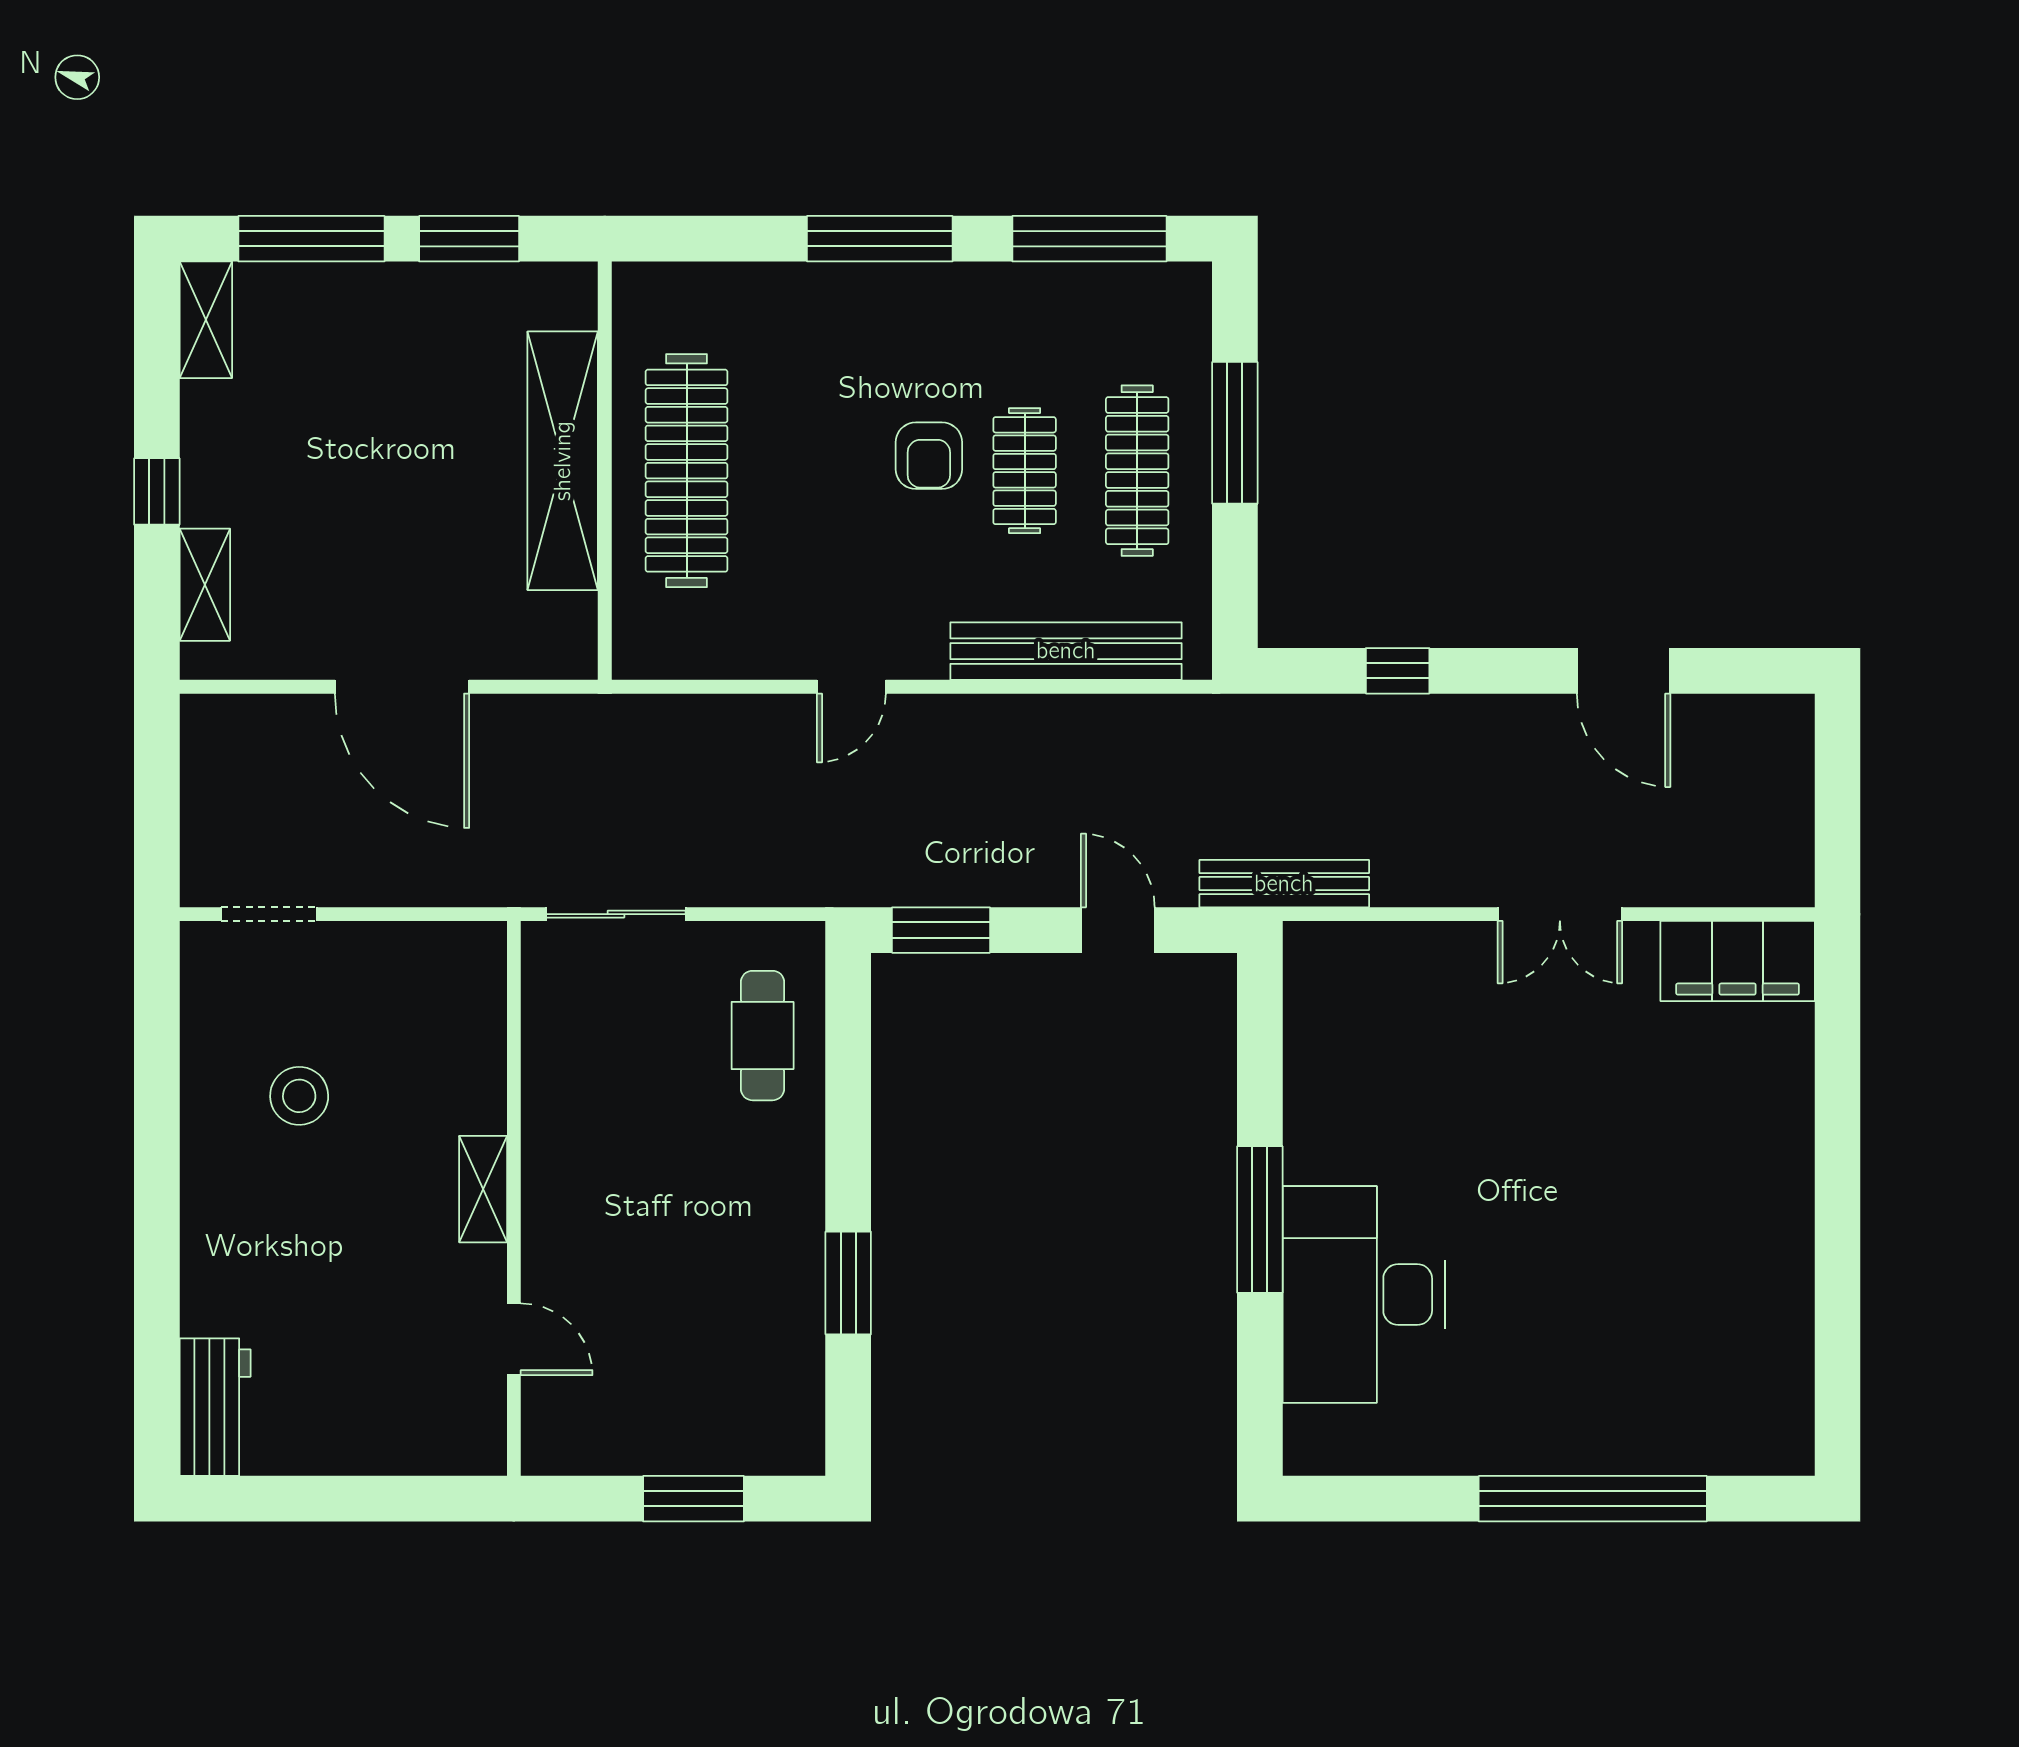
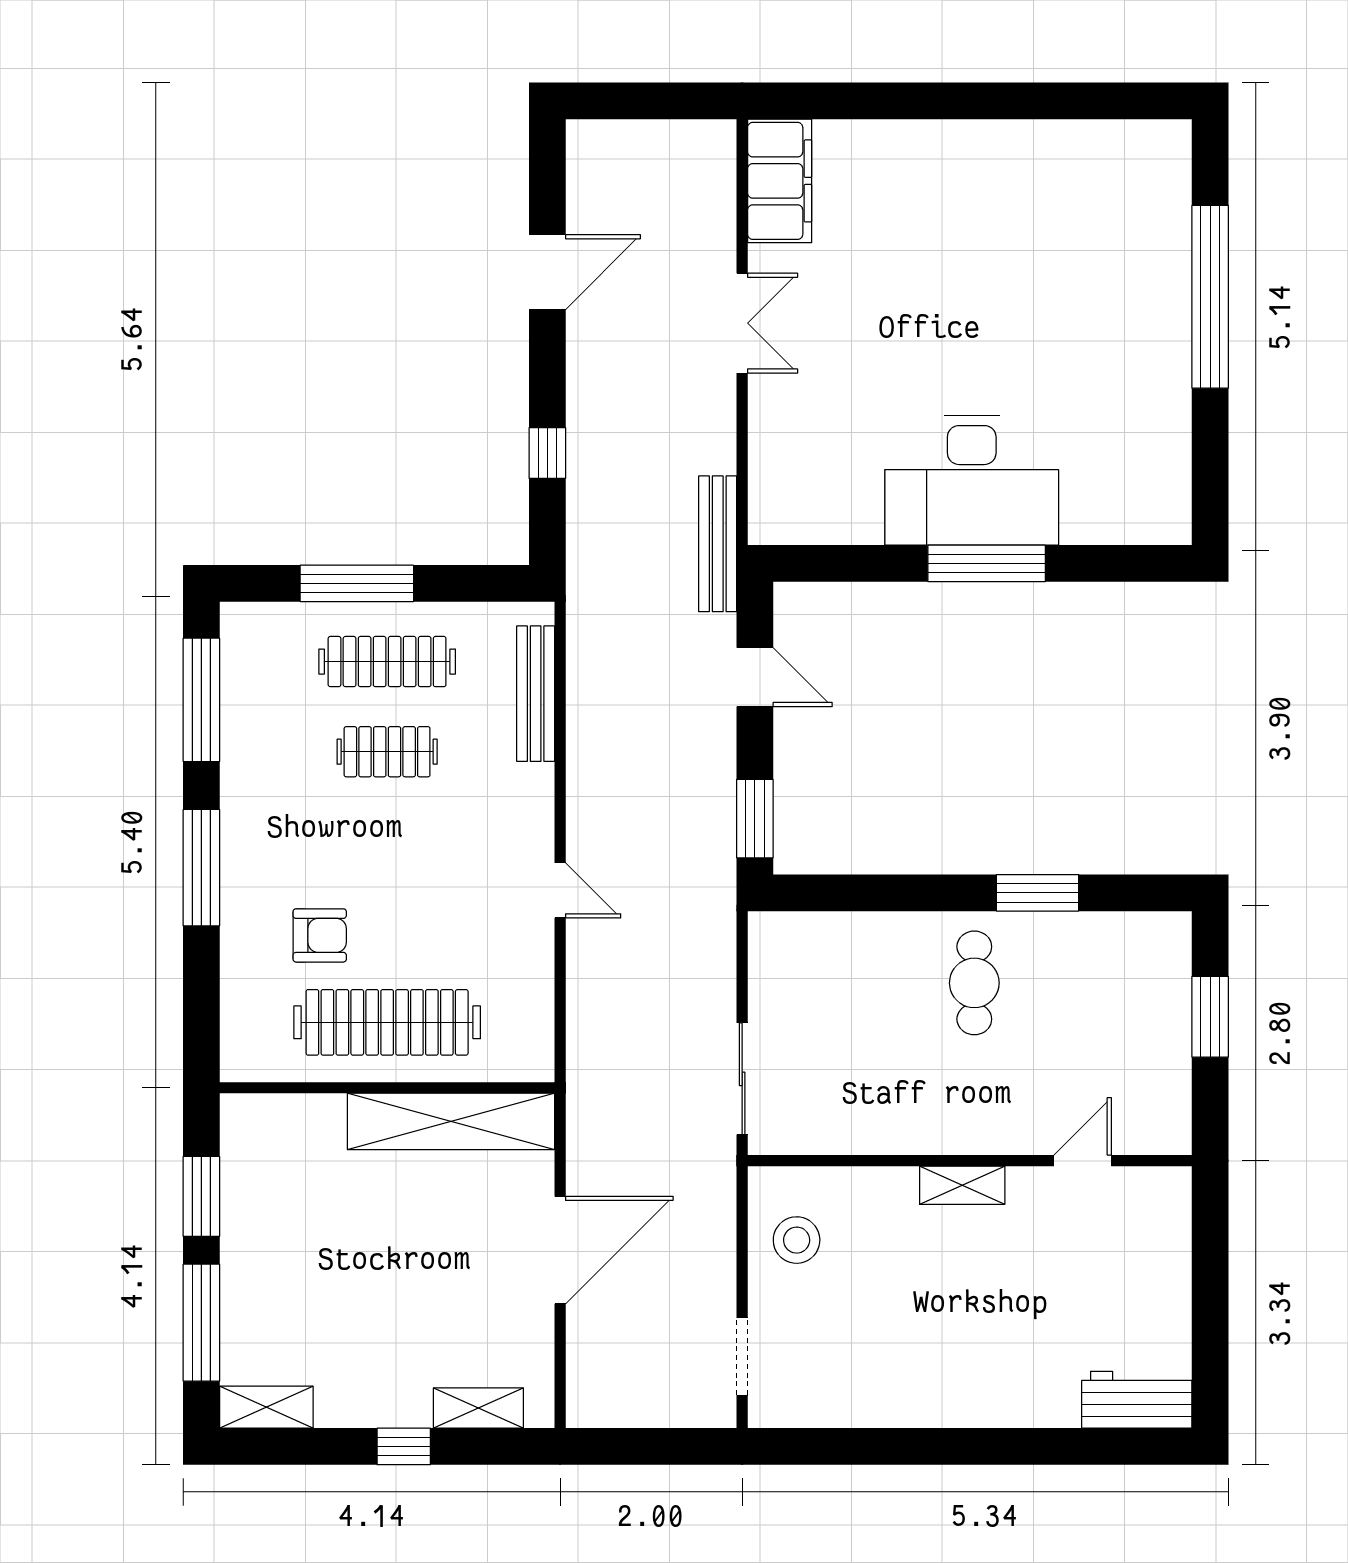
armchair: (929, 456) -> (320, 935), moved
shelving: (563, 461) -> (451, 1121), moved
bench: (1066, 651) -> (536, 694), width x0.73, depth x0.82
door: (1118, 930) -> (755, 677), swing flipped
cafe table: (763, 1036) -> (974, 983), moved, turned 90
stool: (299, 1096) -> (797, 1240), moved
desk: (1364, 1295) -> (972, 480), moved

